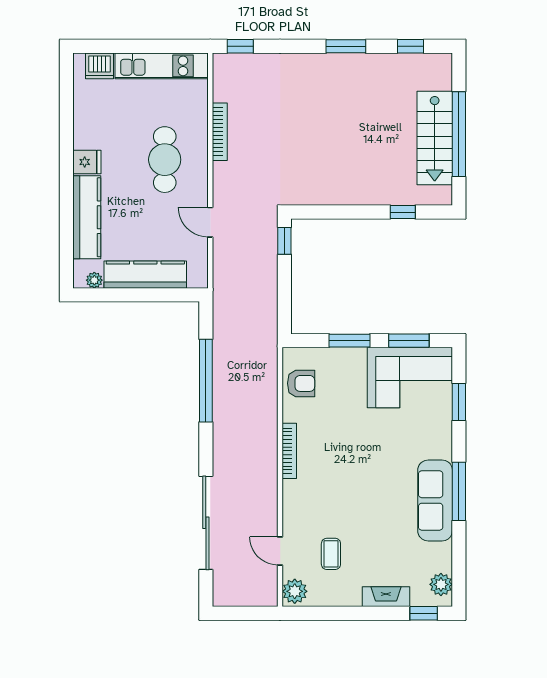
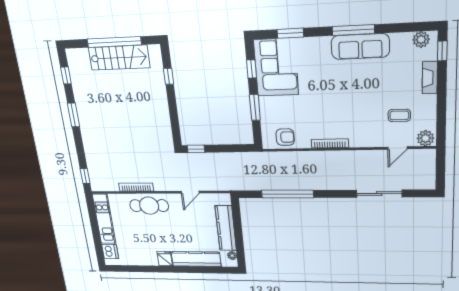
cafe table: (165, 160) -> (149, 206), moved
window: (409, 341) -> (251, 69), width x0.67
armchair: (301, 383) -> (285, 137), turned 90
sliding door: (206, 523) -> (379, 194), width x0.73

